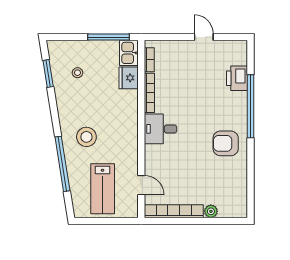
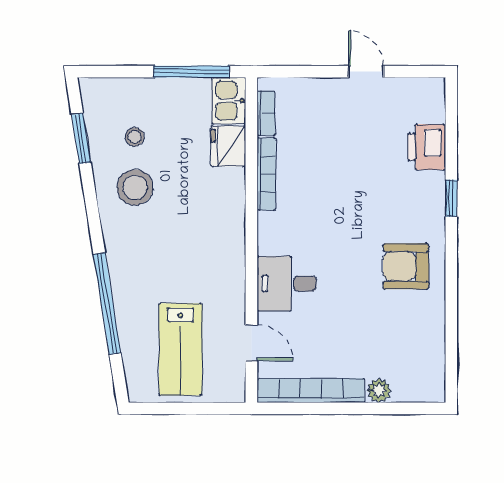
window: (250, 106) -> (451, 198), width x0.32
desk: (161, 129) -> (287, 284), moved
stool: (86, 137) -> (135, 187), moved

